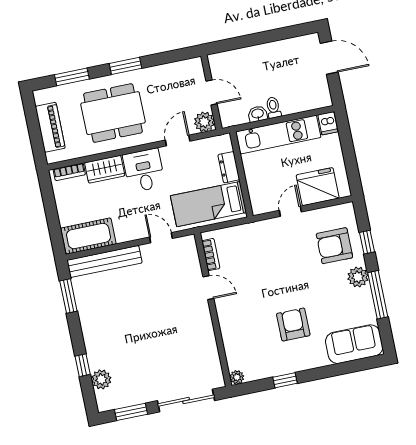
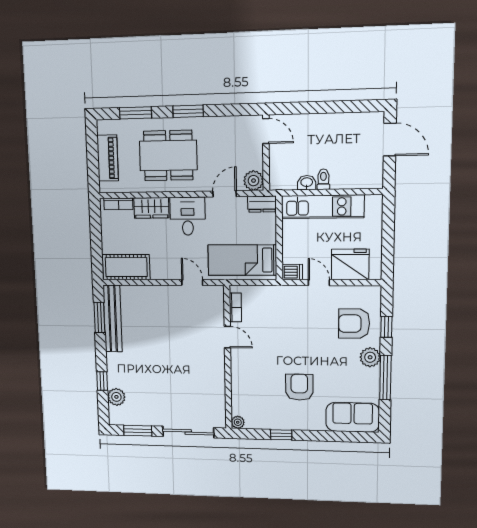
door: (211, 92) -> (266, 131), moved
dishwasher: (328, 123) -> (292, 272), moved, turned -90
dresser: (229, 167) -> (262, 204), moved, turned -90
door: (290, 211) -> (319, 283), hinge flipped
bench: (104, 262) -> (113, 319), moved, turned 90

